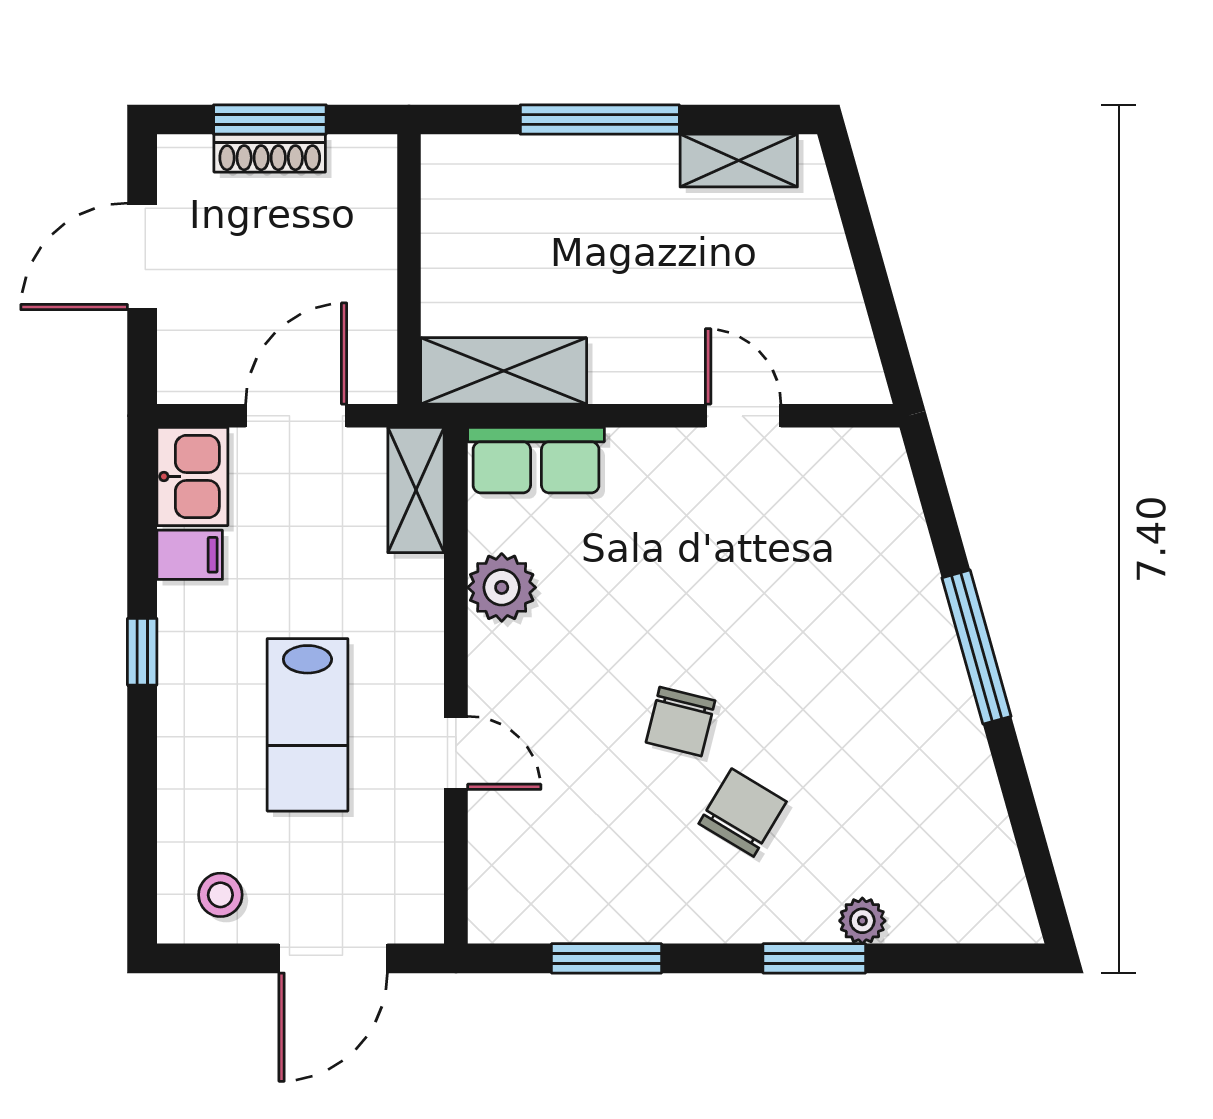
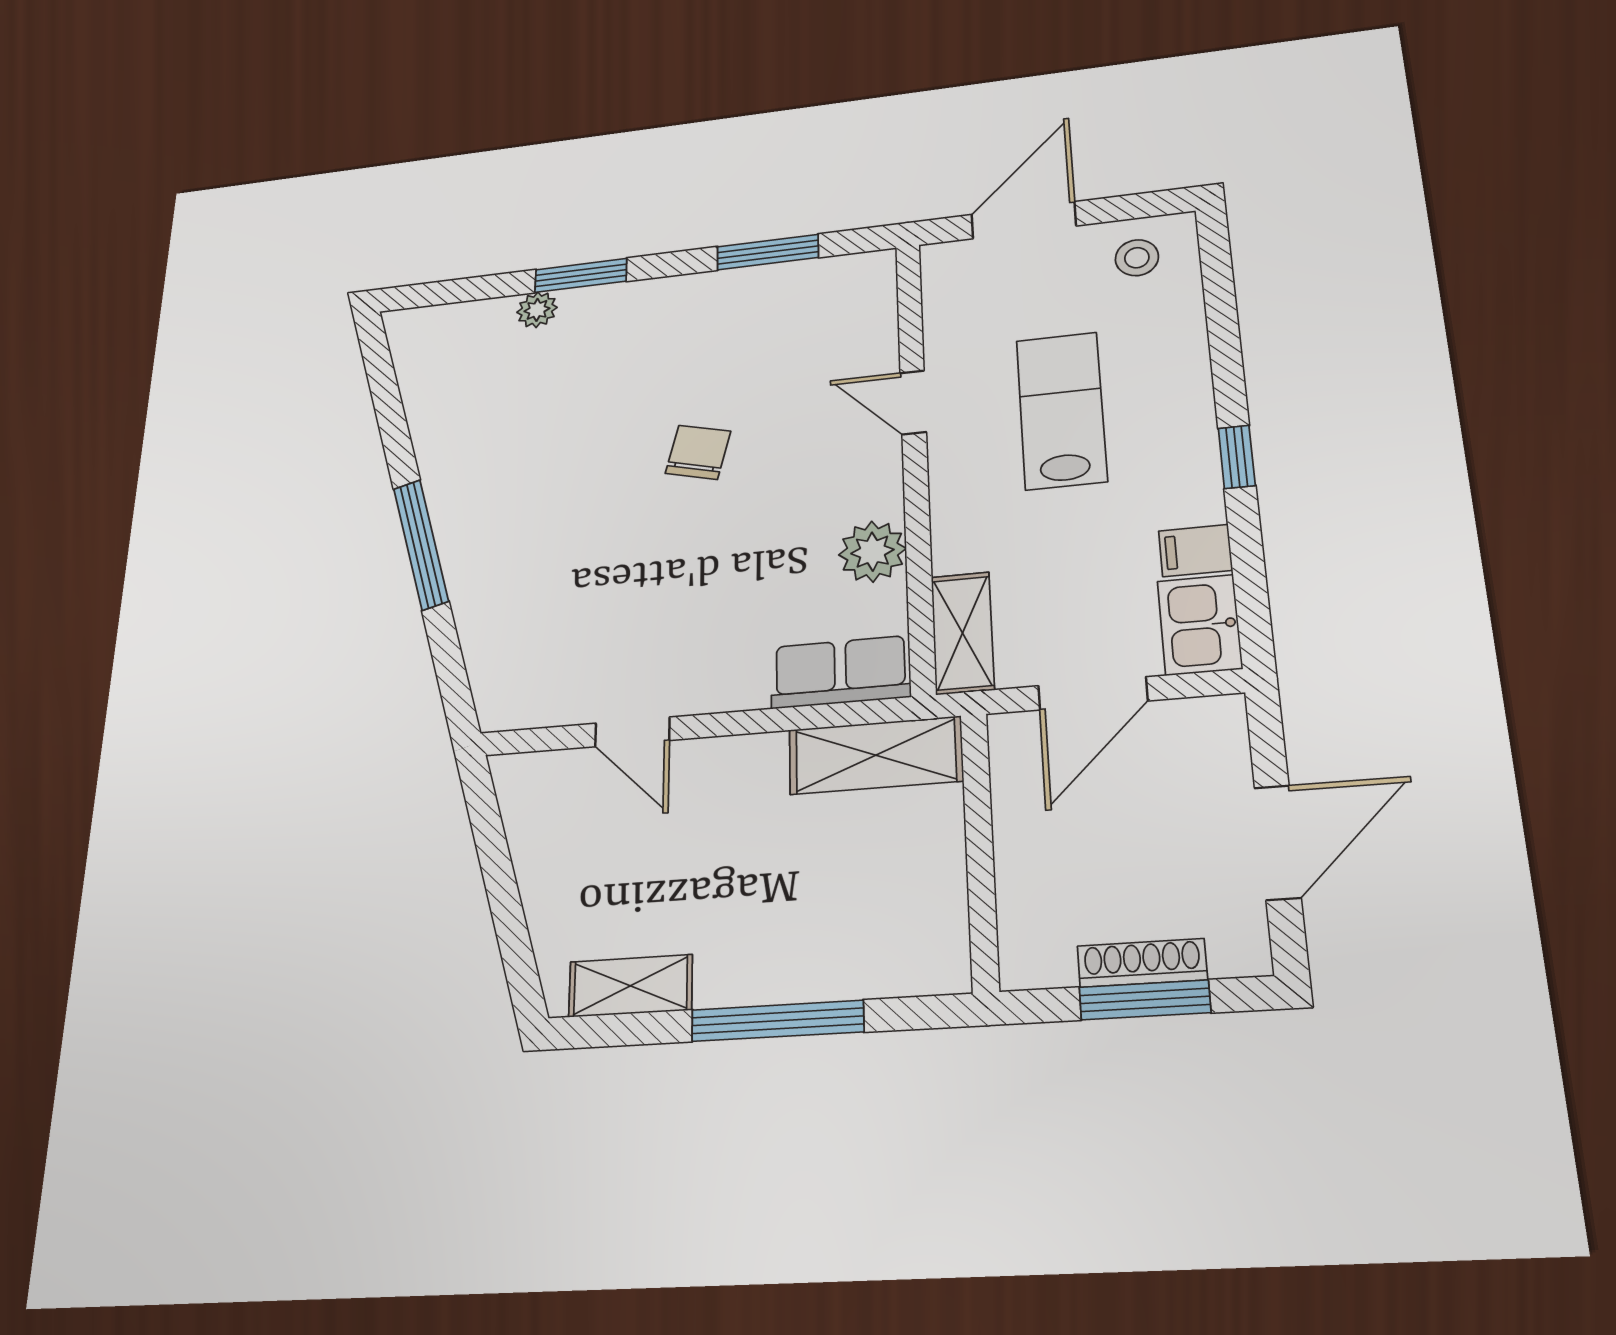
chair: (743, 813) -> (642, 383), removed

